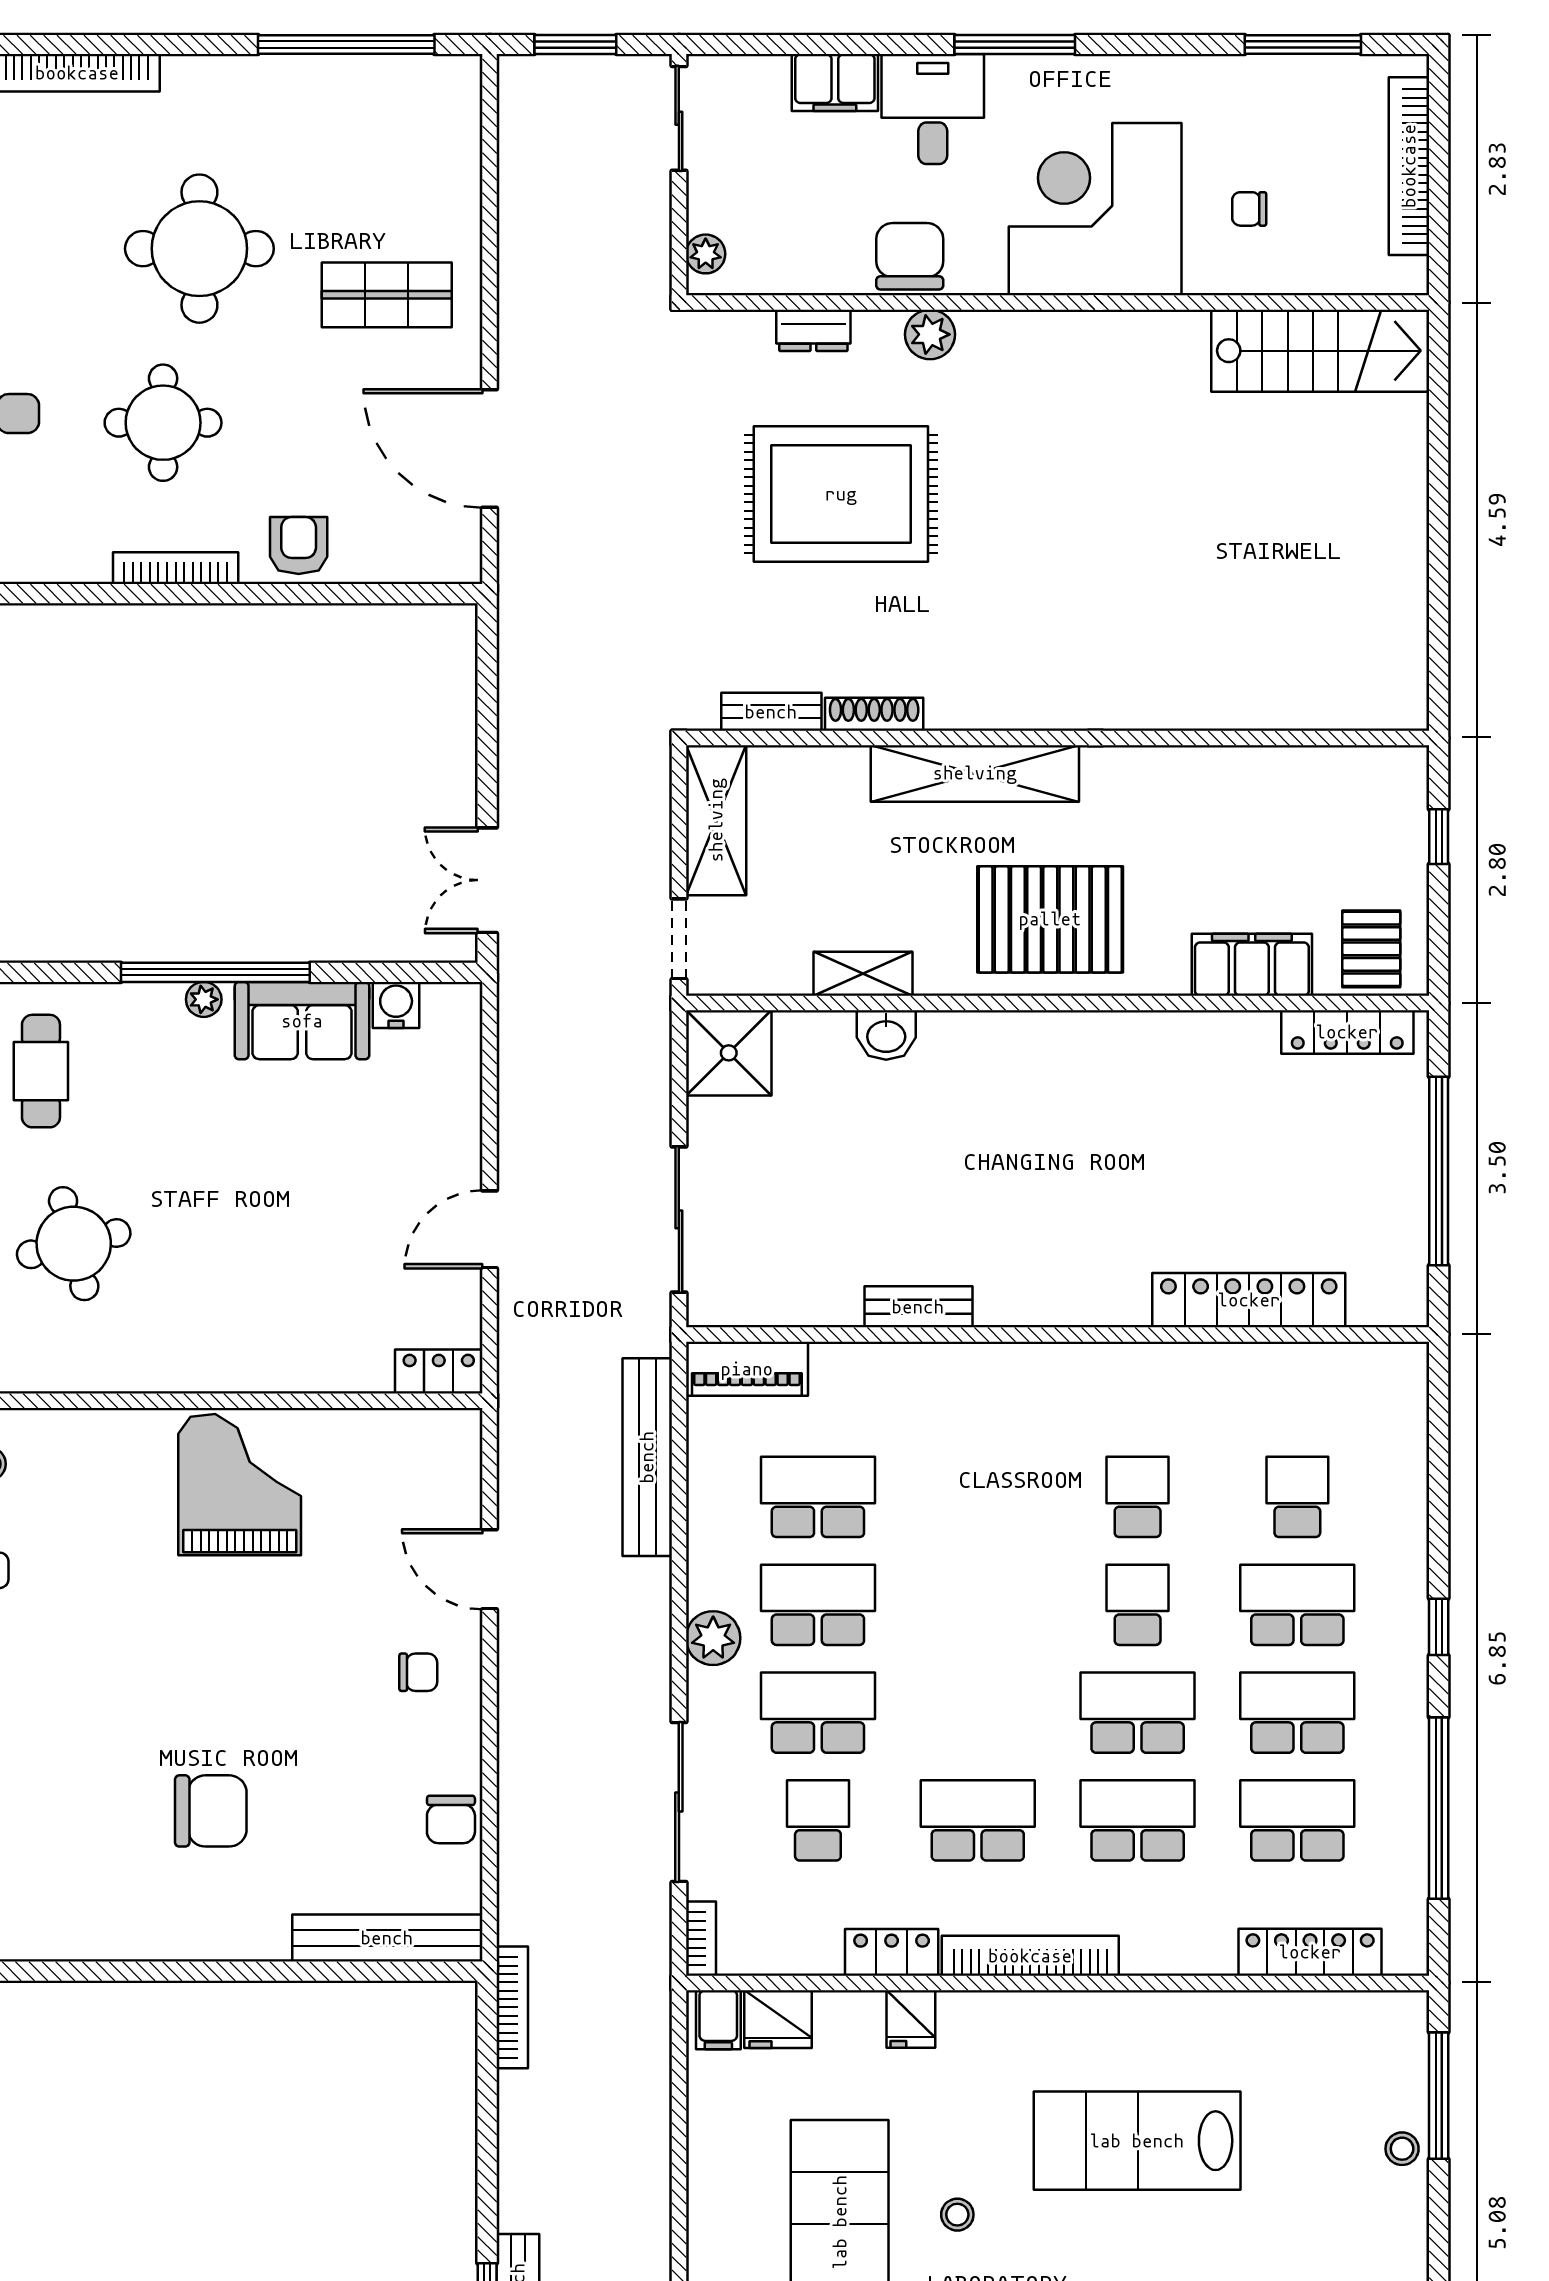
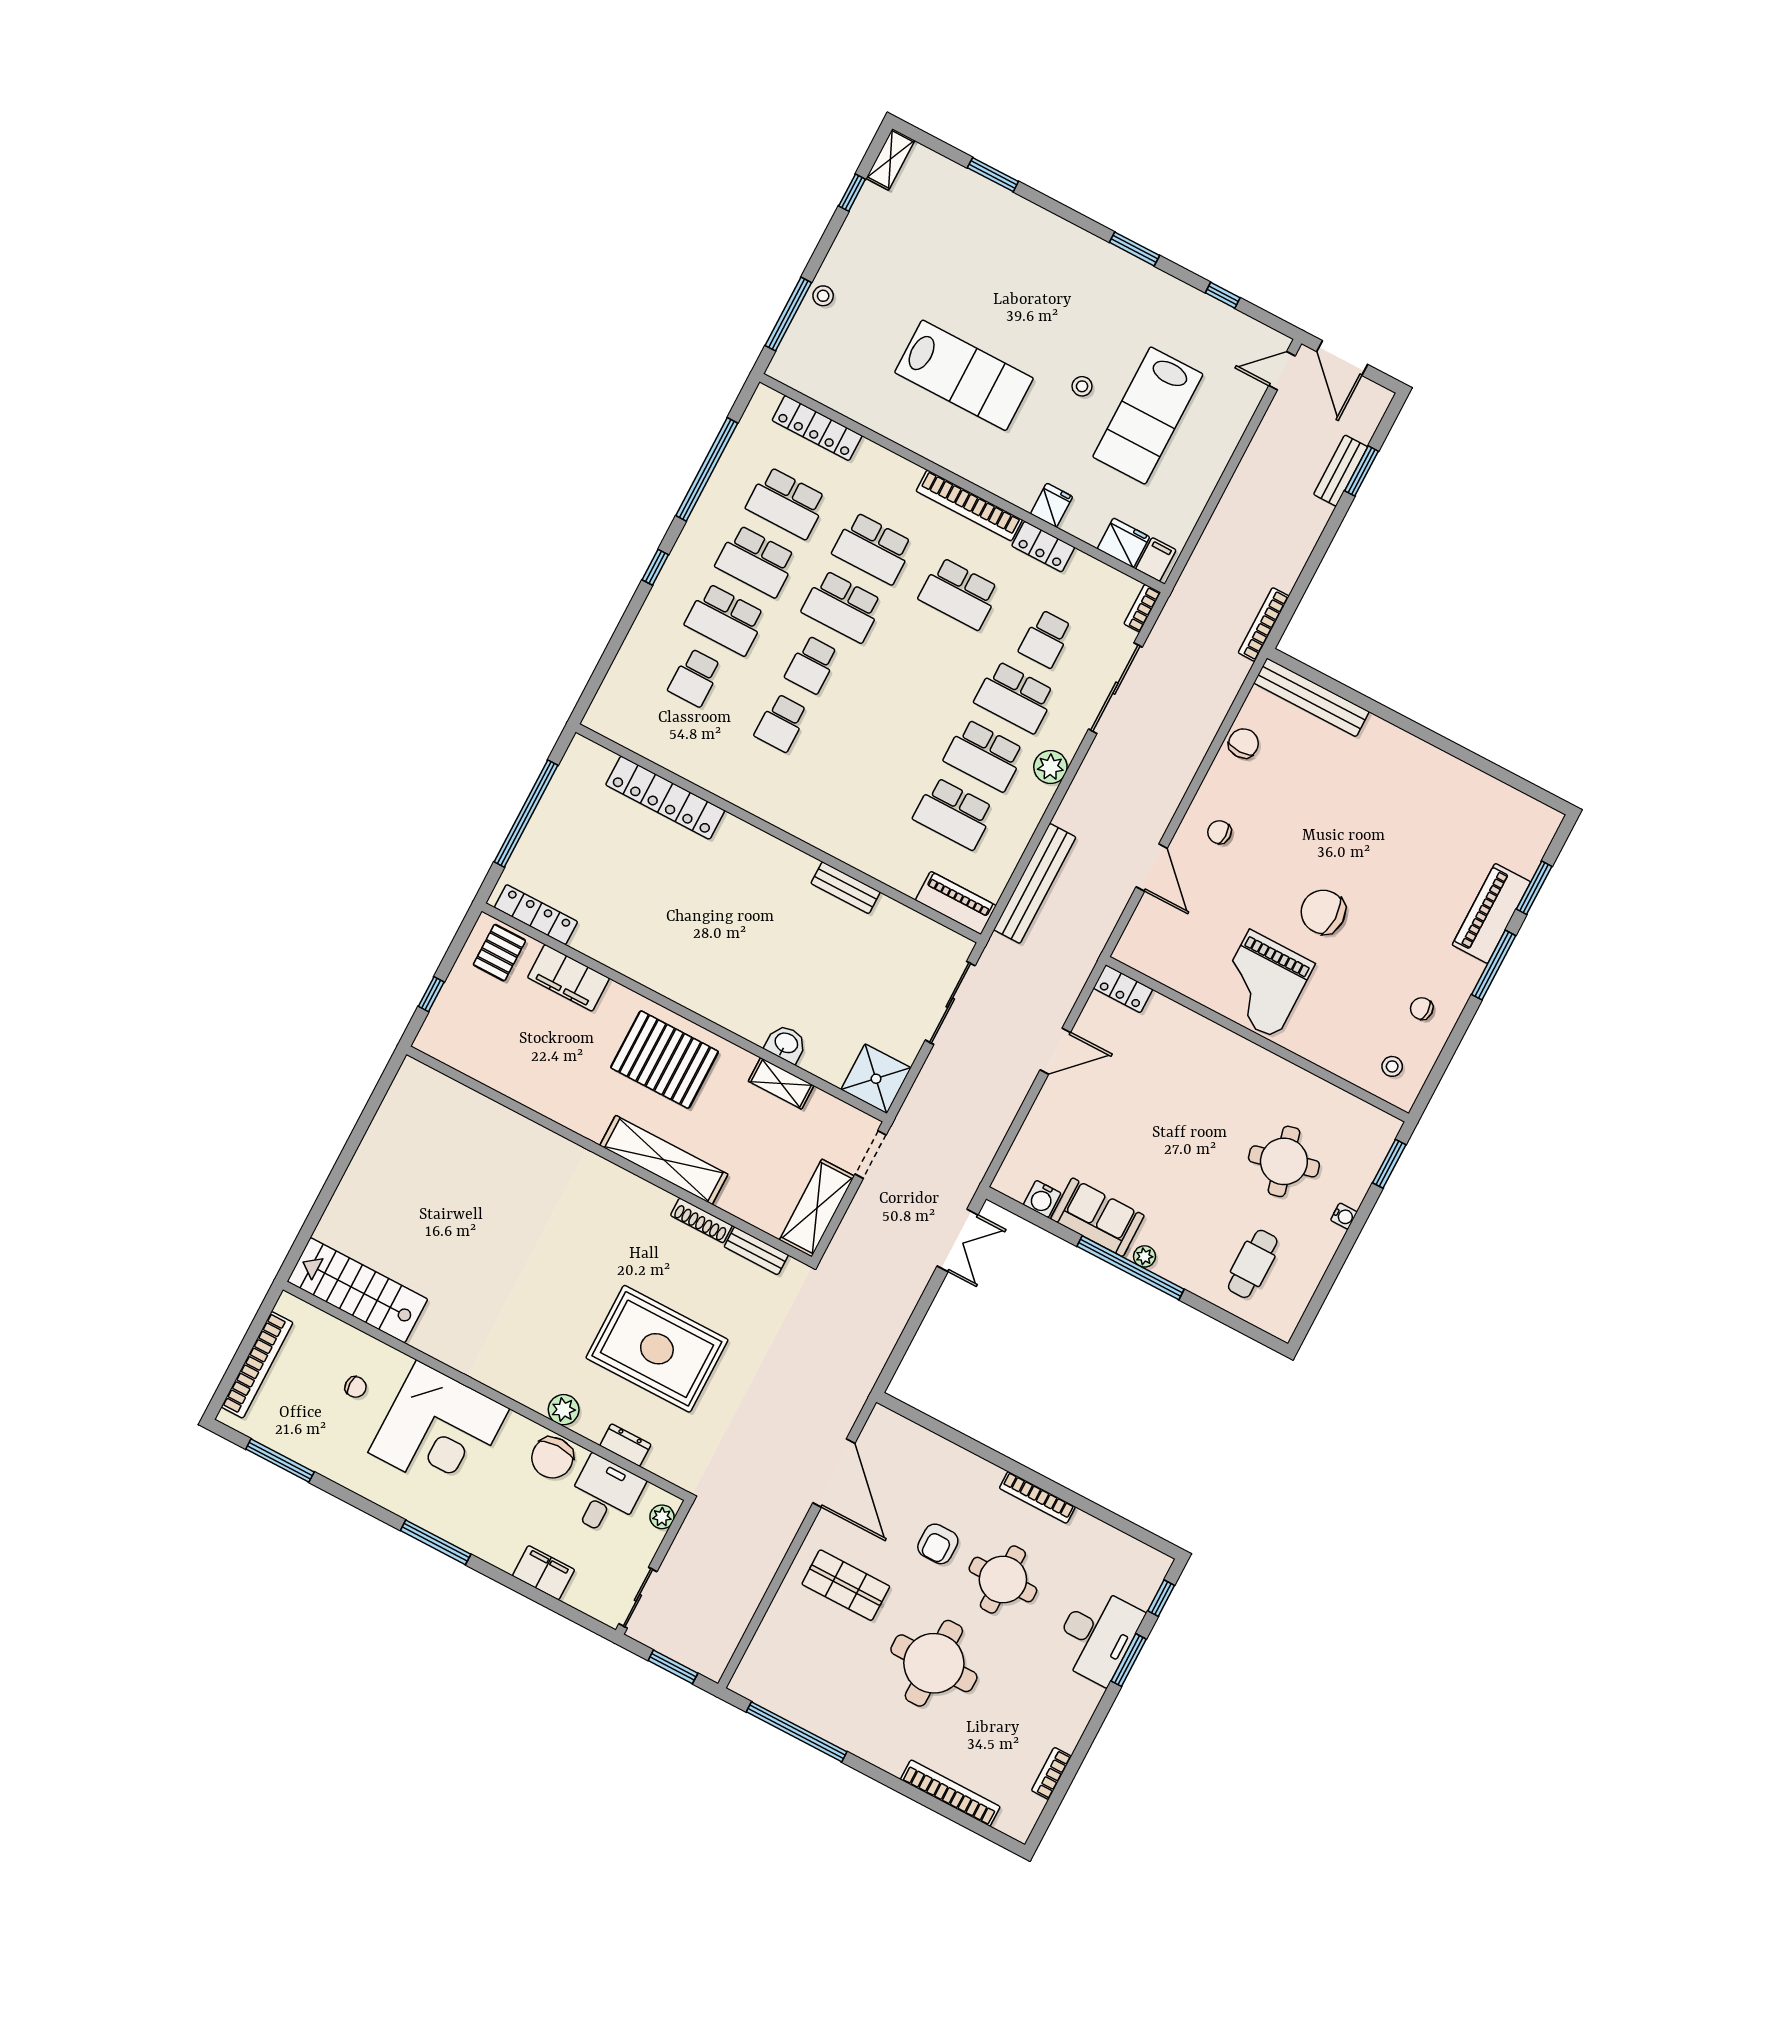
desk: (933, 109) -> (604, 1496), moved, turned 180
armchair: (299, 545) -> (938, 1544), moved
chair: (211, 1811) -> (1323, 912), moved

